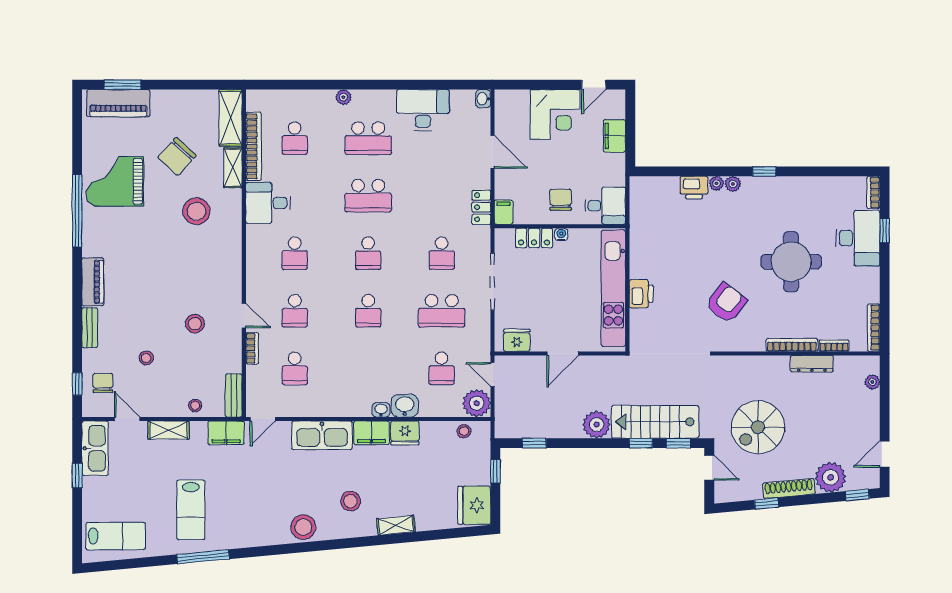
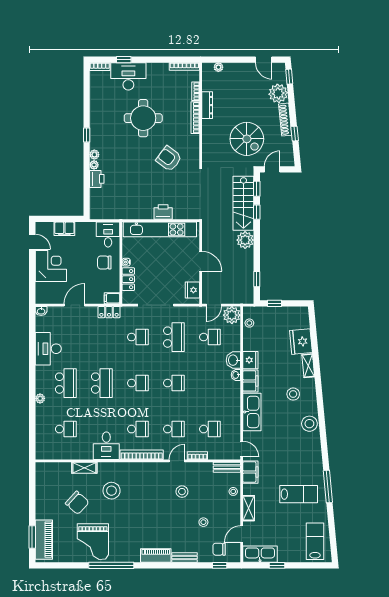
shelving: (231, 118) -> (53, 469), removed
bookcase: (254, 146) -> (142, 455), moved
fridge: (474, 505) -> (301, 342), moved, turned 85

